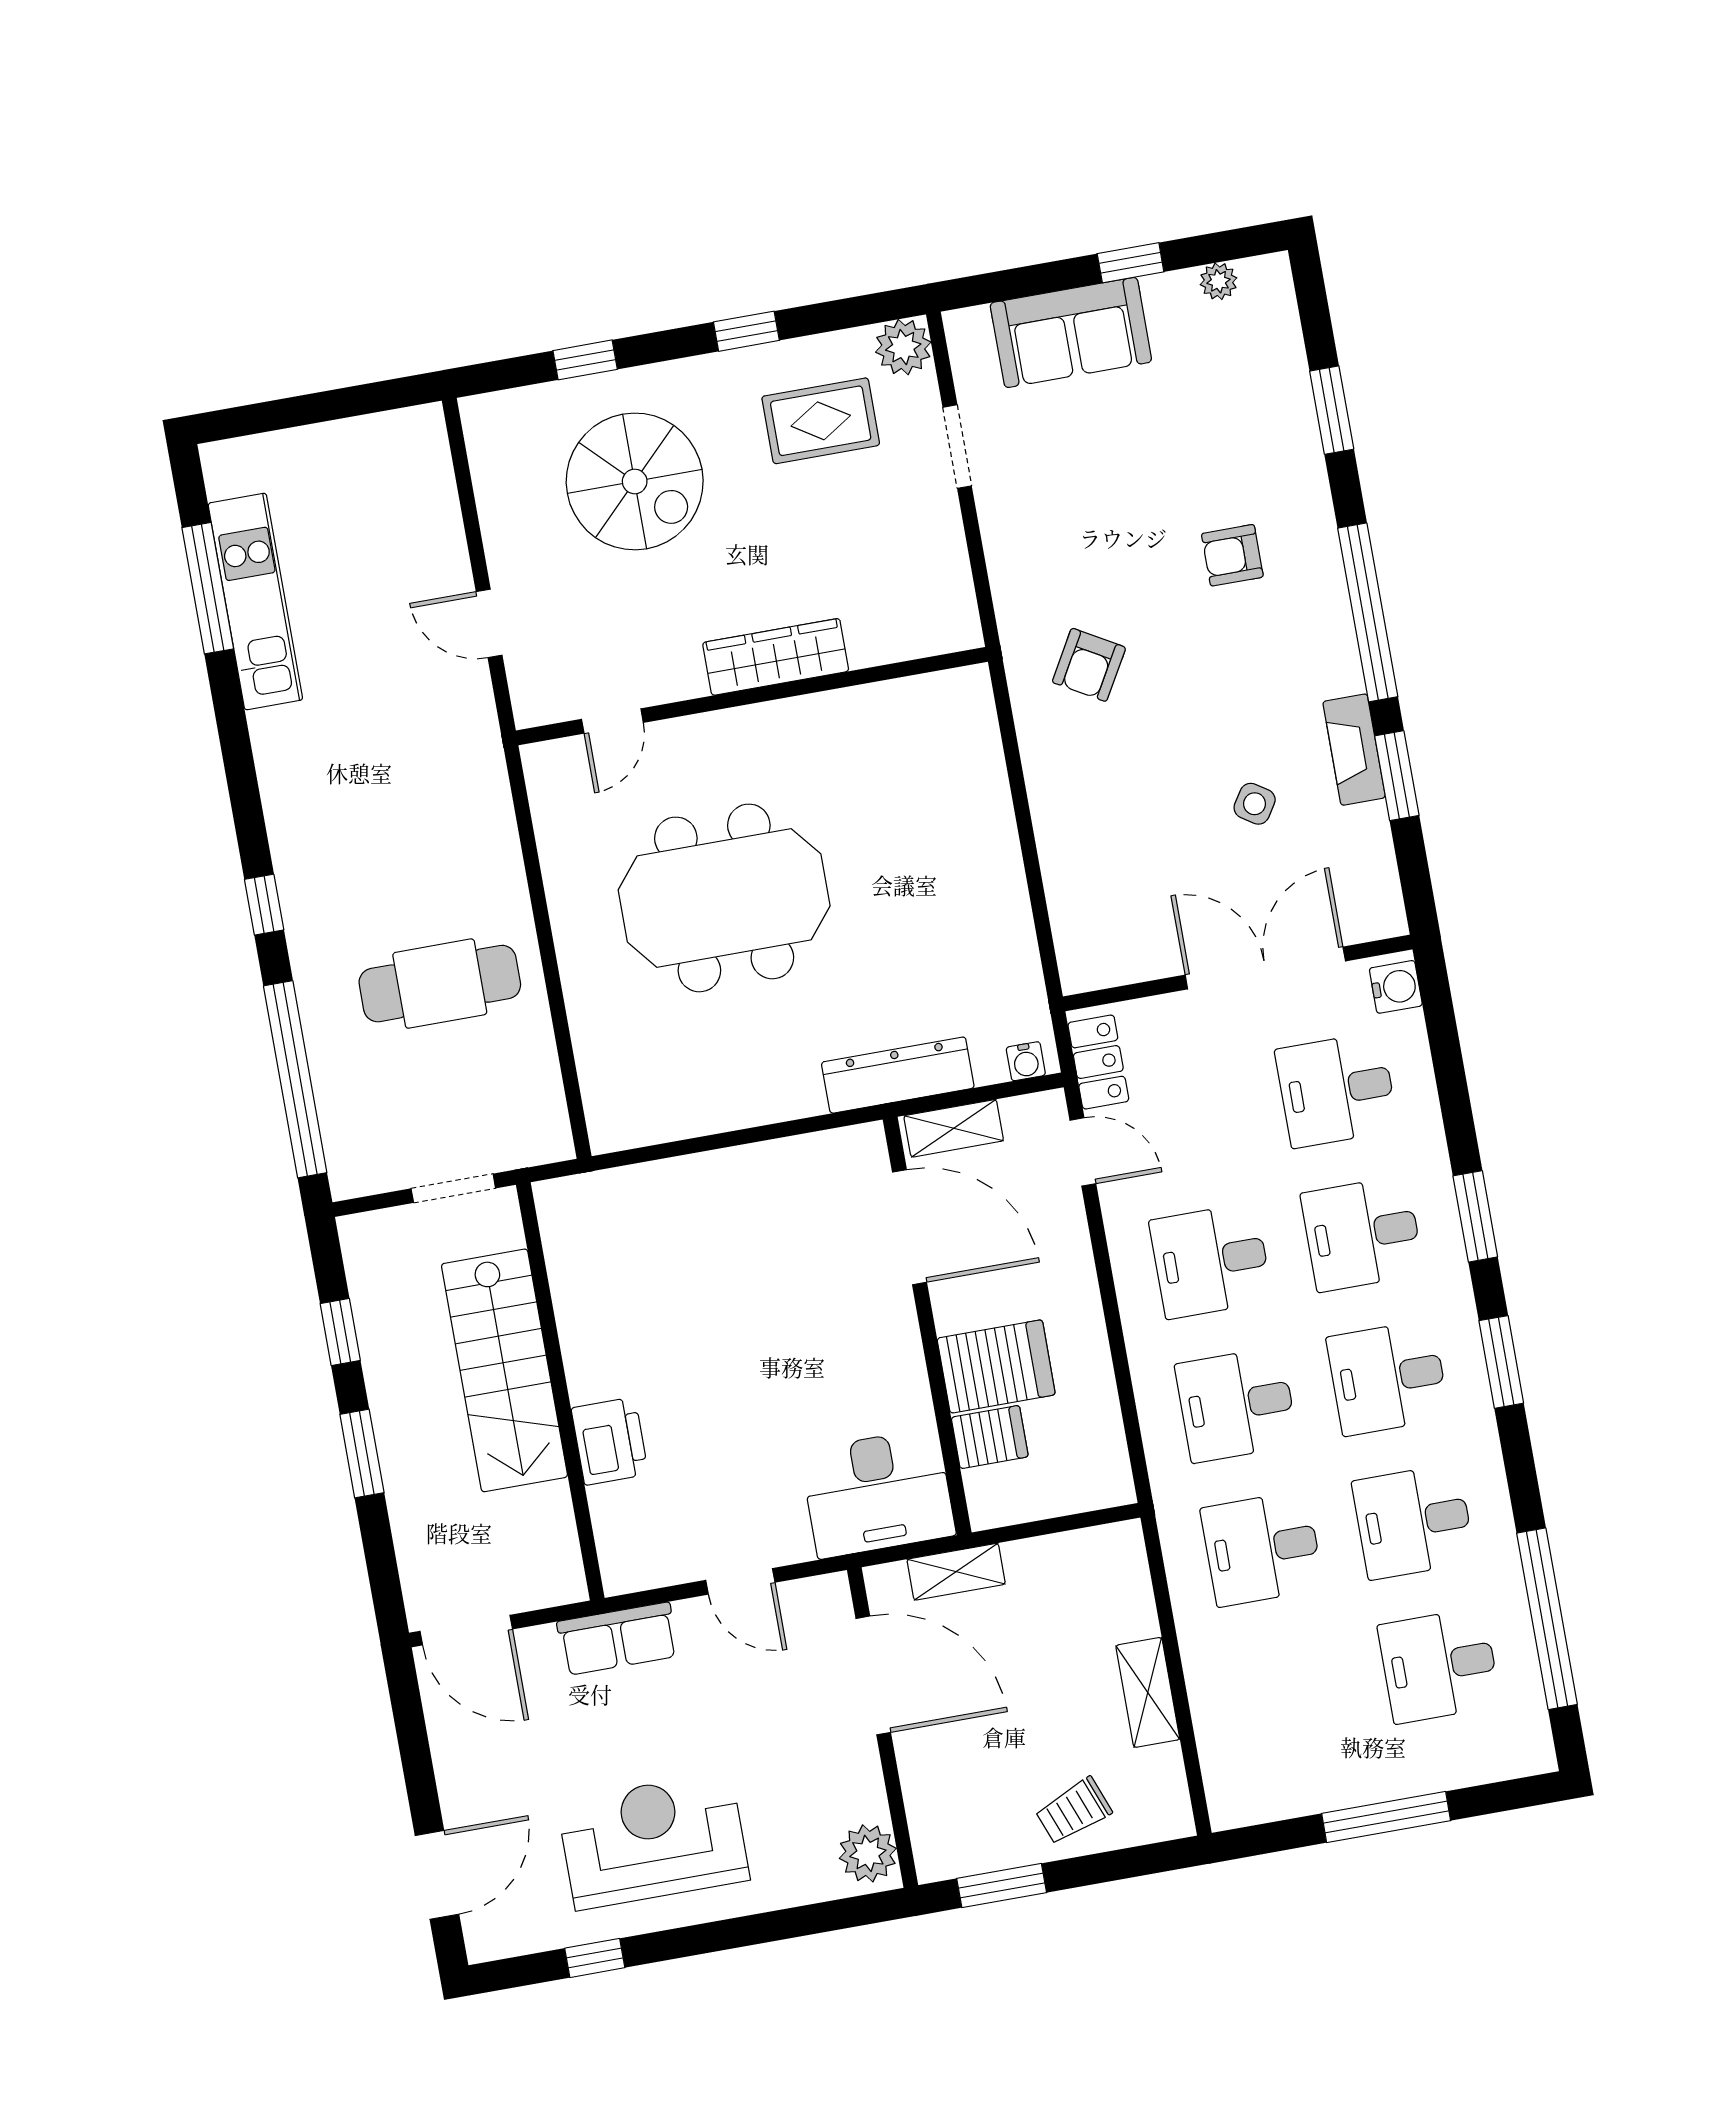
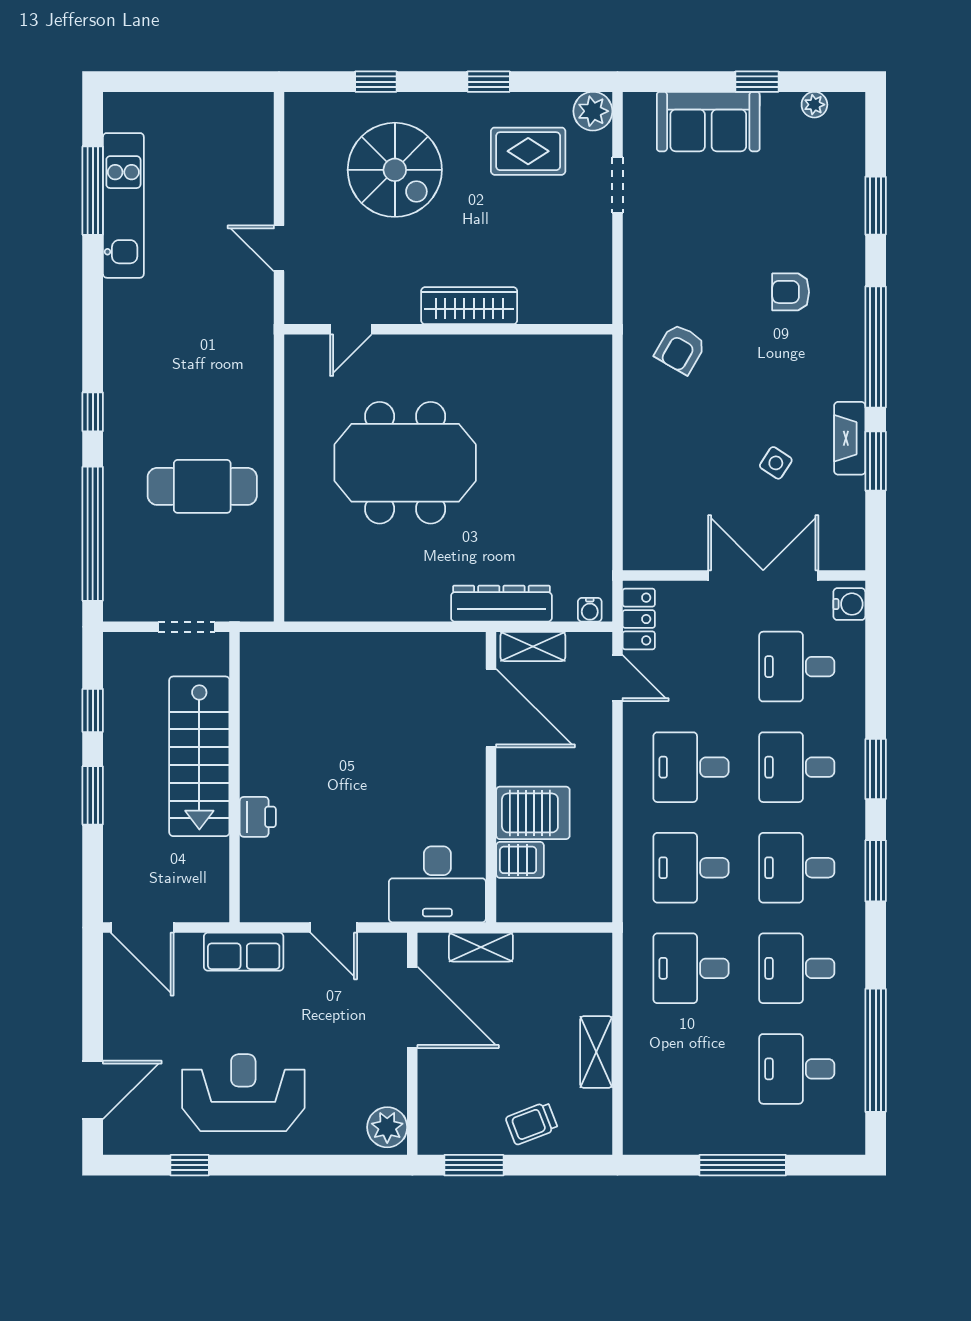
printer: (610, 1441) -> (258, 817), width x0.73, depth x0.81

